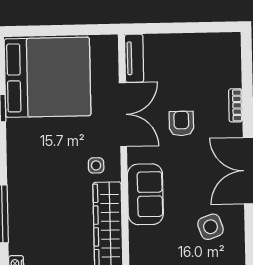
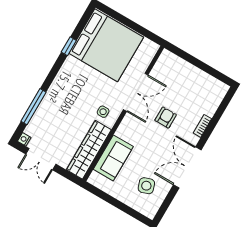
tv unit: (134, 58) -> (161, 64), removed
sofa: (145, 194) -> (113, 158), moved

